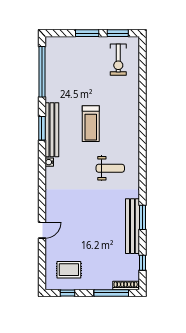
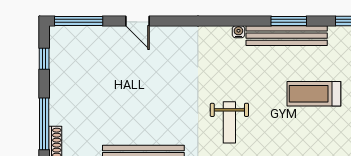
treadmill: (91, 124) -> (314, 94), moved
window: (42, 270) -> (79, 21), added
rug: (69, 270) -> (79, 61), removed

